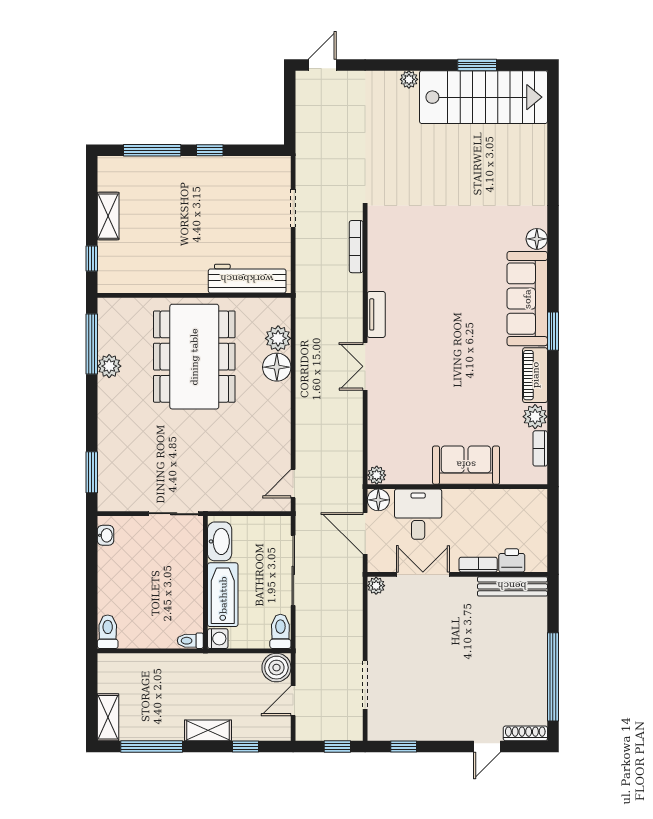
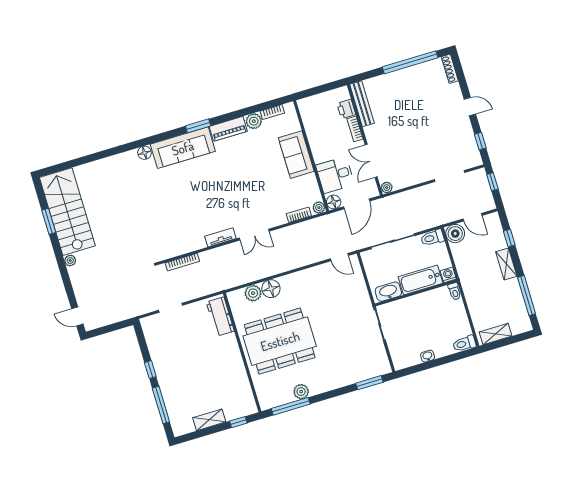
workbench: (247, 279) -> (220, 317), width x0.73
bookcase: (375, 442) -> (299, 215), added
washbasin: (106, 535) -> (428, 356), moved
shelving: (108, 717) -> (496, 334), moved
door: (487, 746) -> (470, 107), moved

